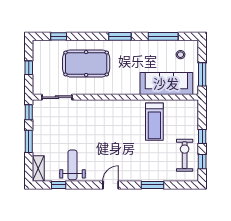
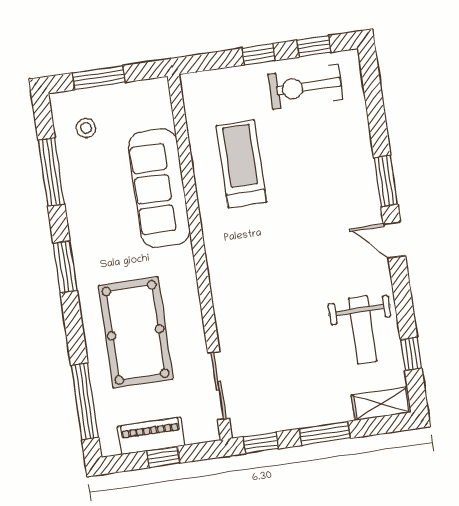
window: (59, 36) -> (85, 401), width x2.17
piano: (39, 64) -> (151, 436), added
window: (202, 74) -> (99, 78), moved
sofa: (166, 83) -> (159, 188), moved
treadmill: (154, 122) -> (241, 164), turned -90
weight bench: (72, 165) -> (362, 330), turned -90
window: (152, 185) -> (386, 181), moved

